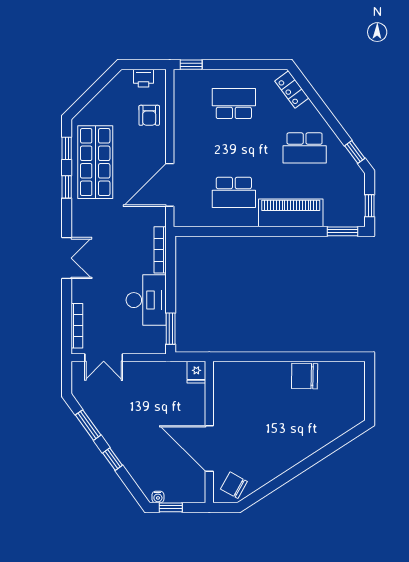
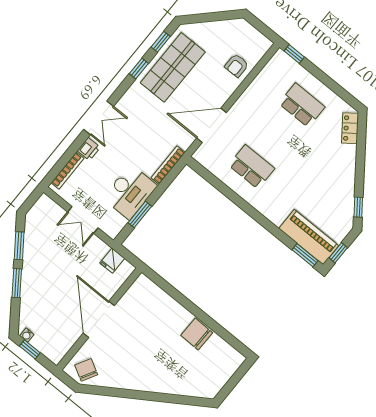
printer: (144, 78) -> (89, 149), moved, turned -90
school desk: (305, 148) -> (326, 176), removed
school desk: (234, 192) -> (252, 167), turned 180
piano: (291, 213) -> (309, 237), moved
window: (171, 329) -> (140, 214), moved
double door: (104, 358) -> (83, 220), moved
fridge: (196, 372) -> (112, 261), moved
door: (209, 449) -> (99, 319), moved
window: (113, 459) -> (17, 283), width x1.50

